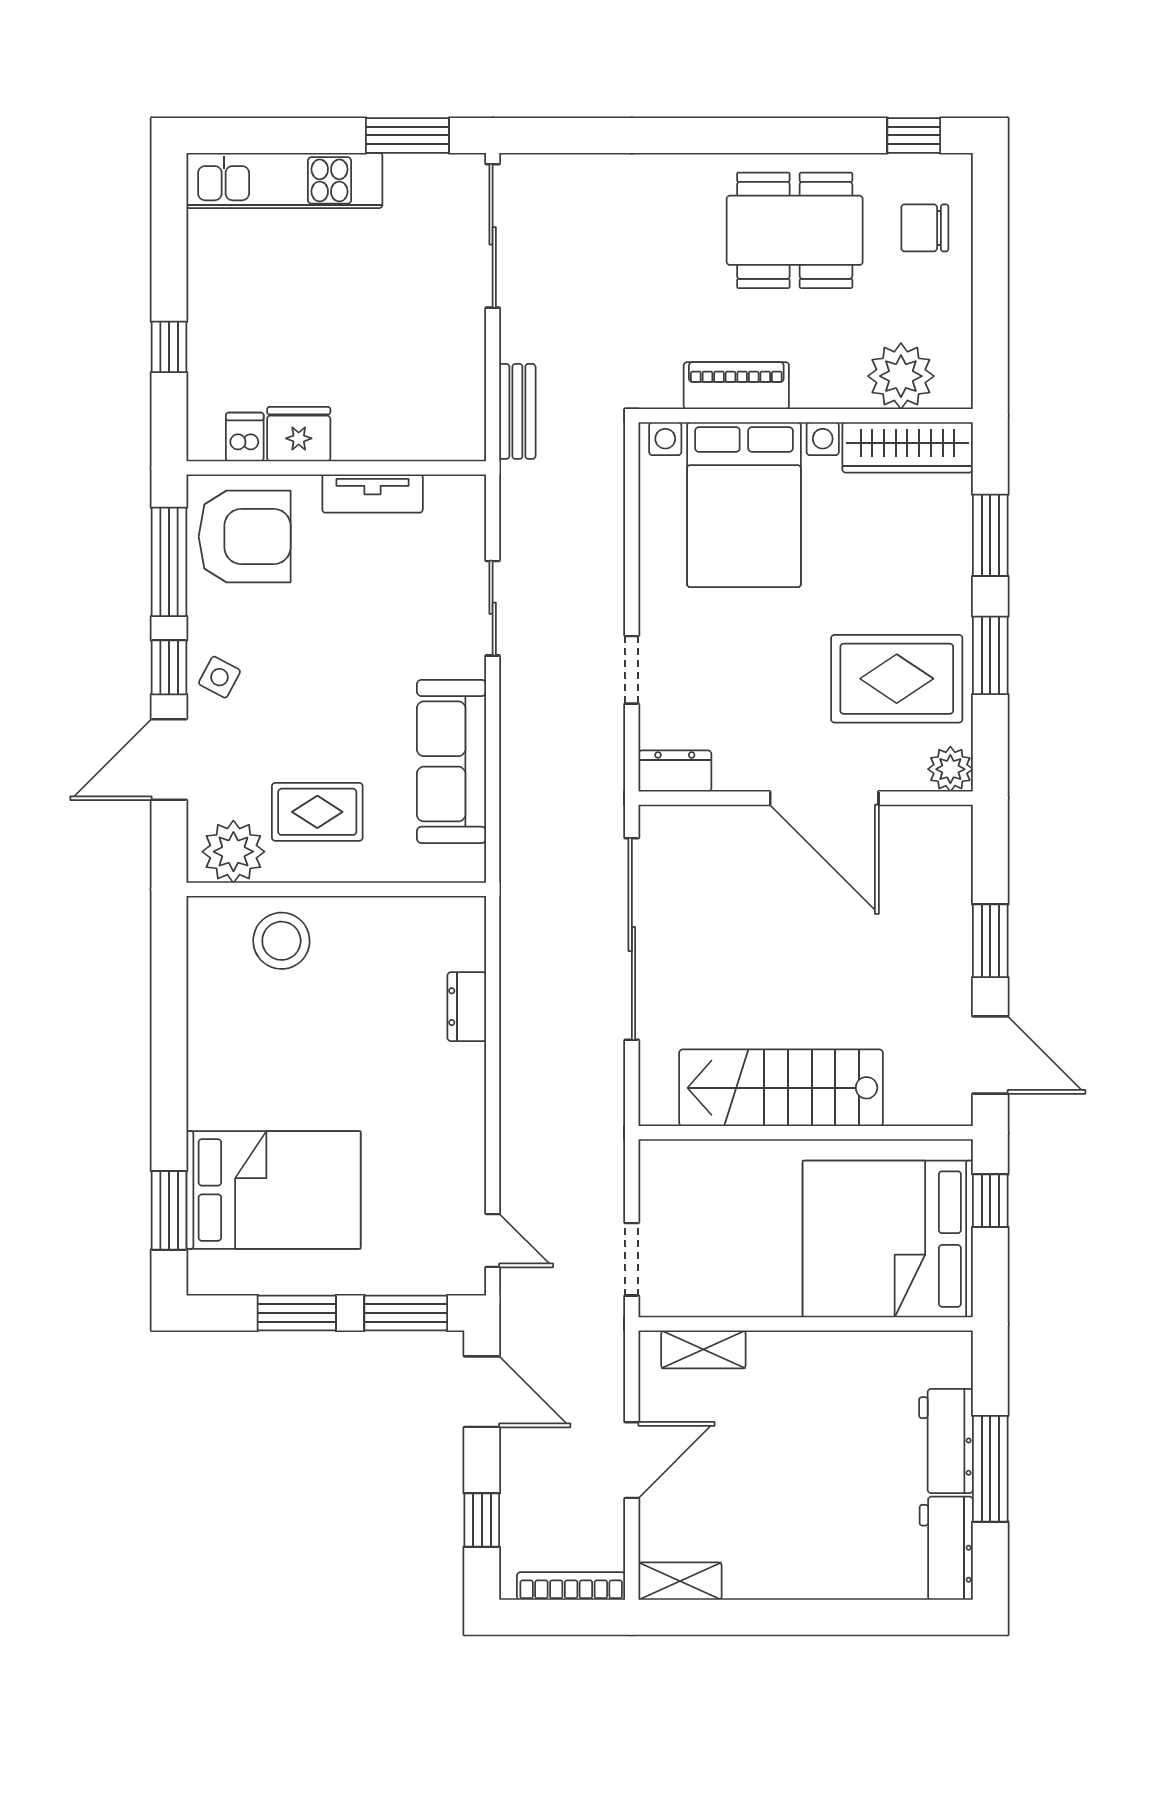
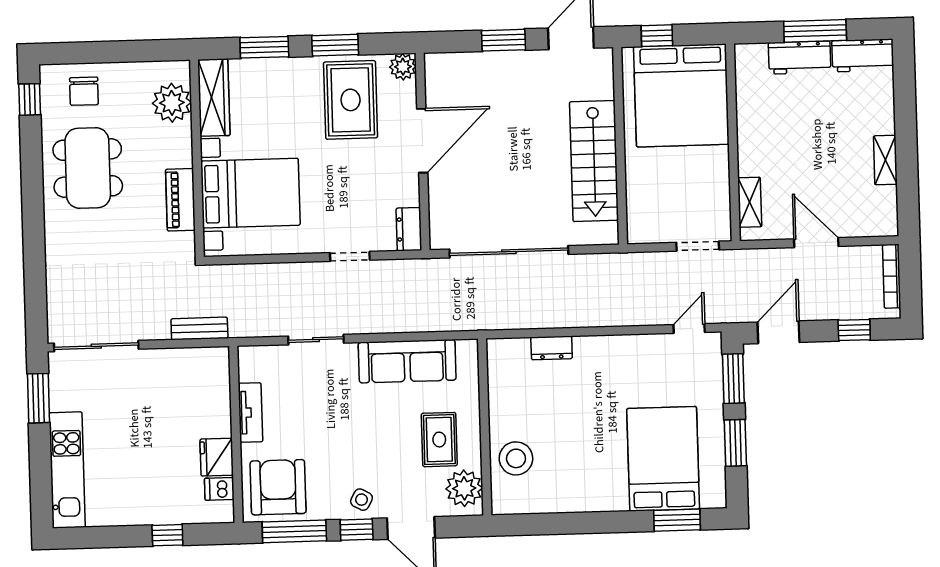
shelving: (680, 1581) -> (885, 160), moved

